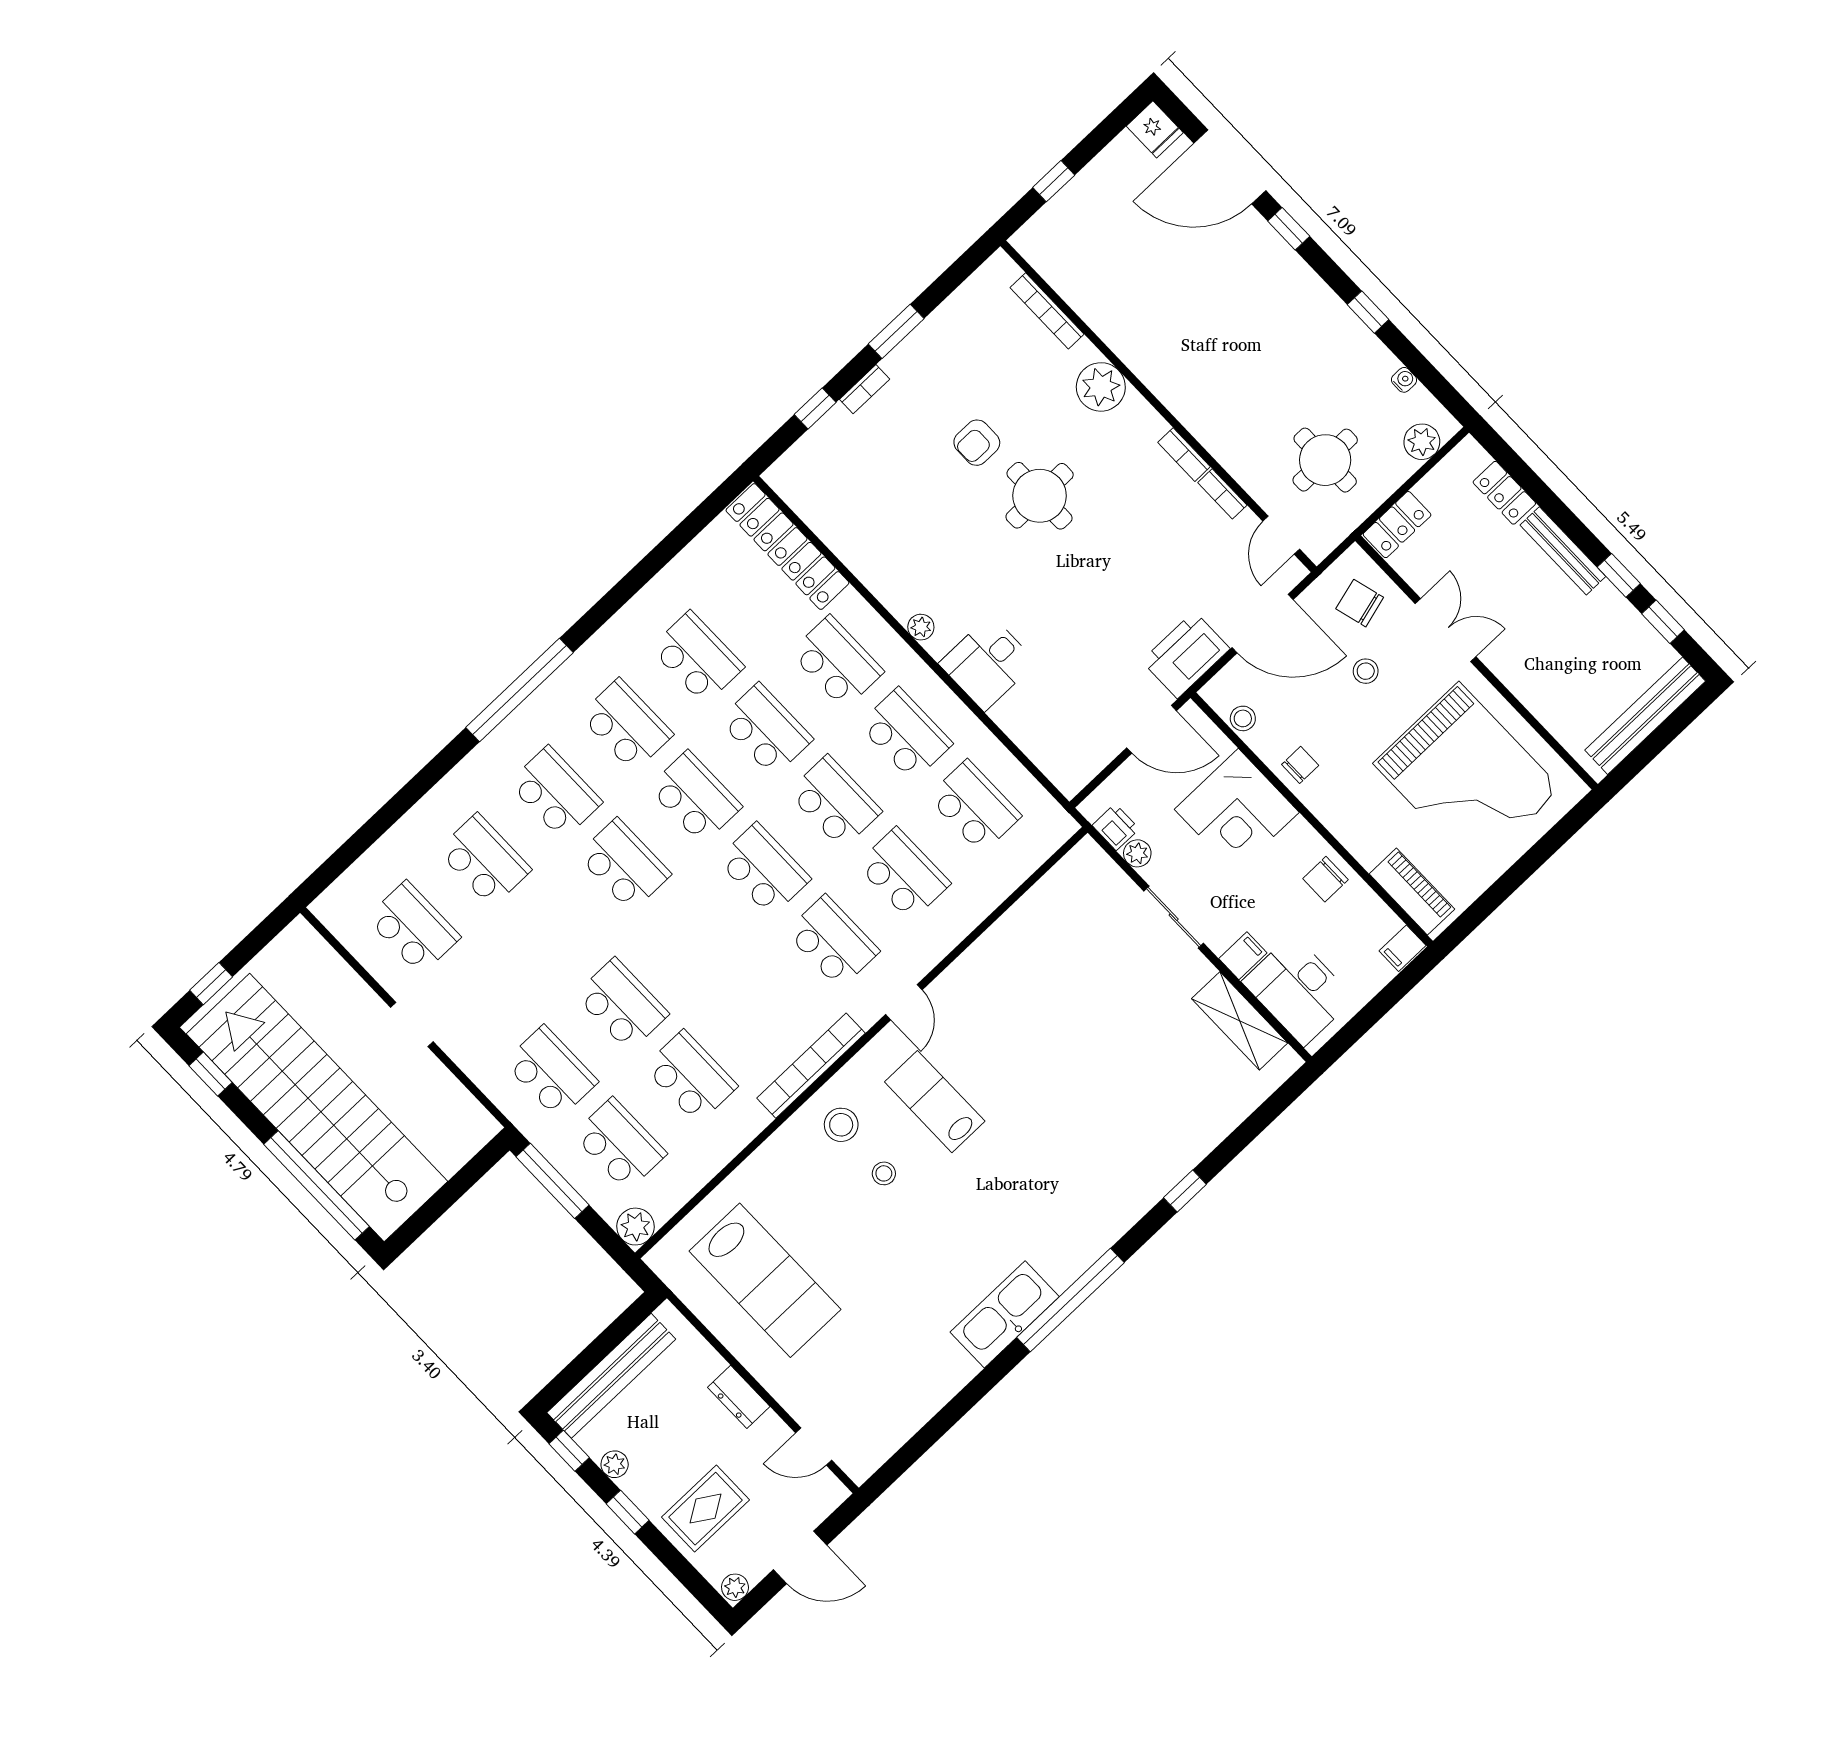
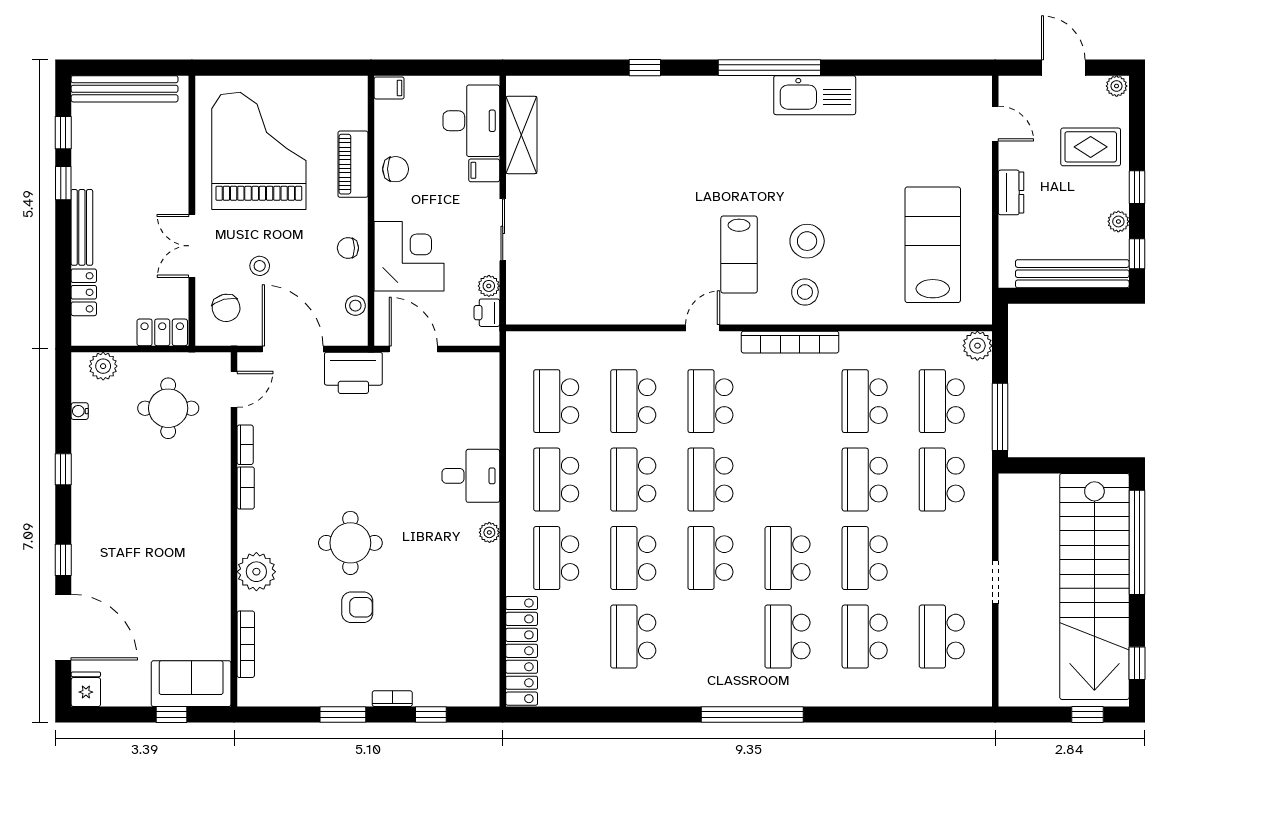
sofa: (1063, 227) -> (191, 684), added
school desk: (626, 725) -> (865, 558), moved
piano: (1412, 892) -> (353, 164), moved
stool: (884, 1173) -> (807, 241), width x1.89, depth x1.89

